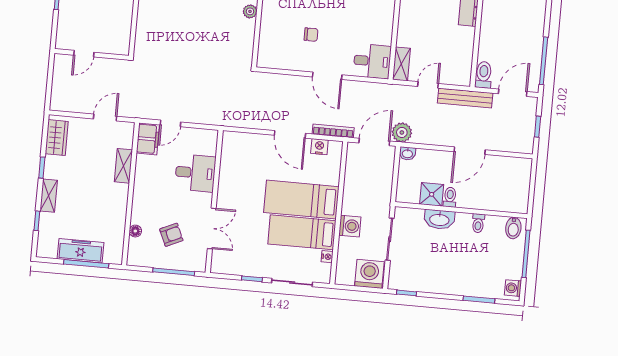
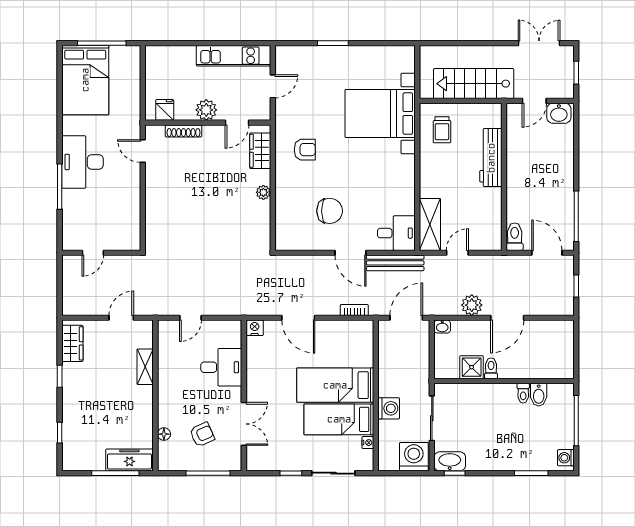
chair: (311, 35) -> (330, 211), width x1.87, depth x1.87
shelving: (401, 64) -> (430, 224), width x1.50, depth x1.33
door: (513, 93) -> (547, 253), hinge flipped
bench: (465, 98) -> (395, 263), moved
bookcase: (333, 131) -> (354, 310), width x0.64
plant: (402, 132) -> (472, 305), moved
door: (290, 134) -> (298, 318), moved
filing cabinet: (148, 139) -> (168, 336), removed
nightstand: (319, 147) -> (255, 328), moved
shelving: (49, 196) -> (69, 405), removed
washbasin: (439, 219) -> (450, 461), moved, turned 180
bidet: (513, 228) -> (539, 395), moved
freezer: (81, 251) -> (129, 460), moved

